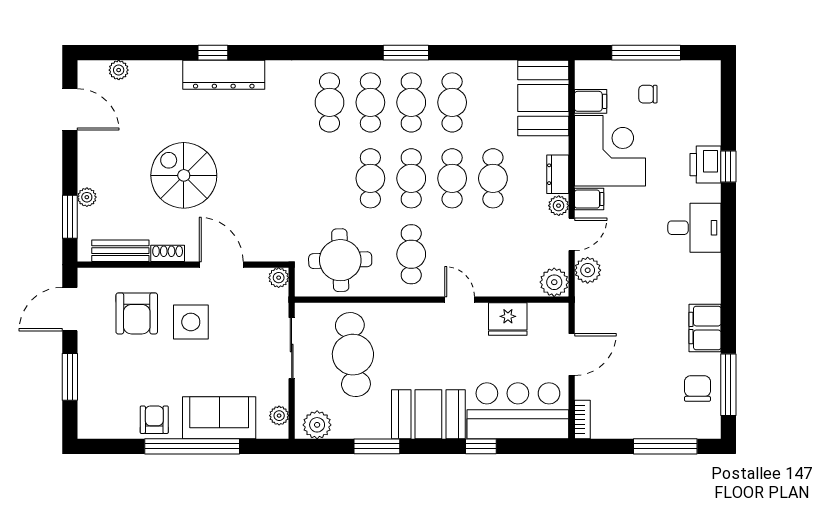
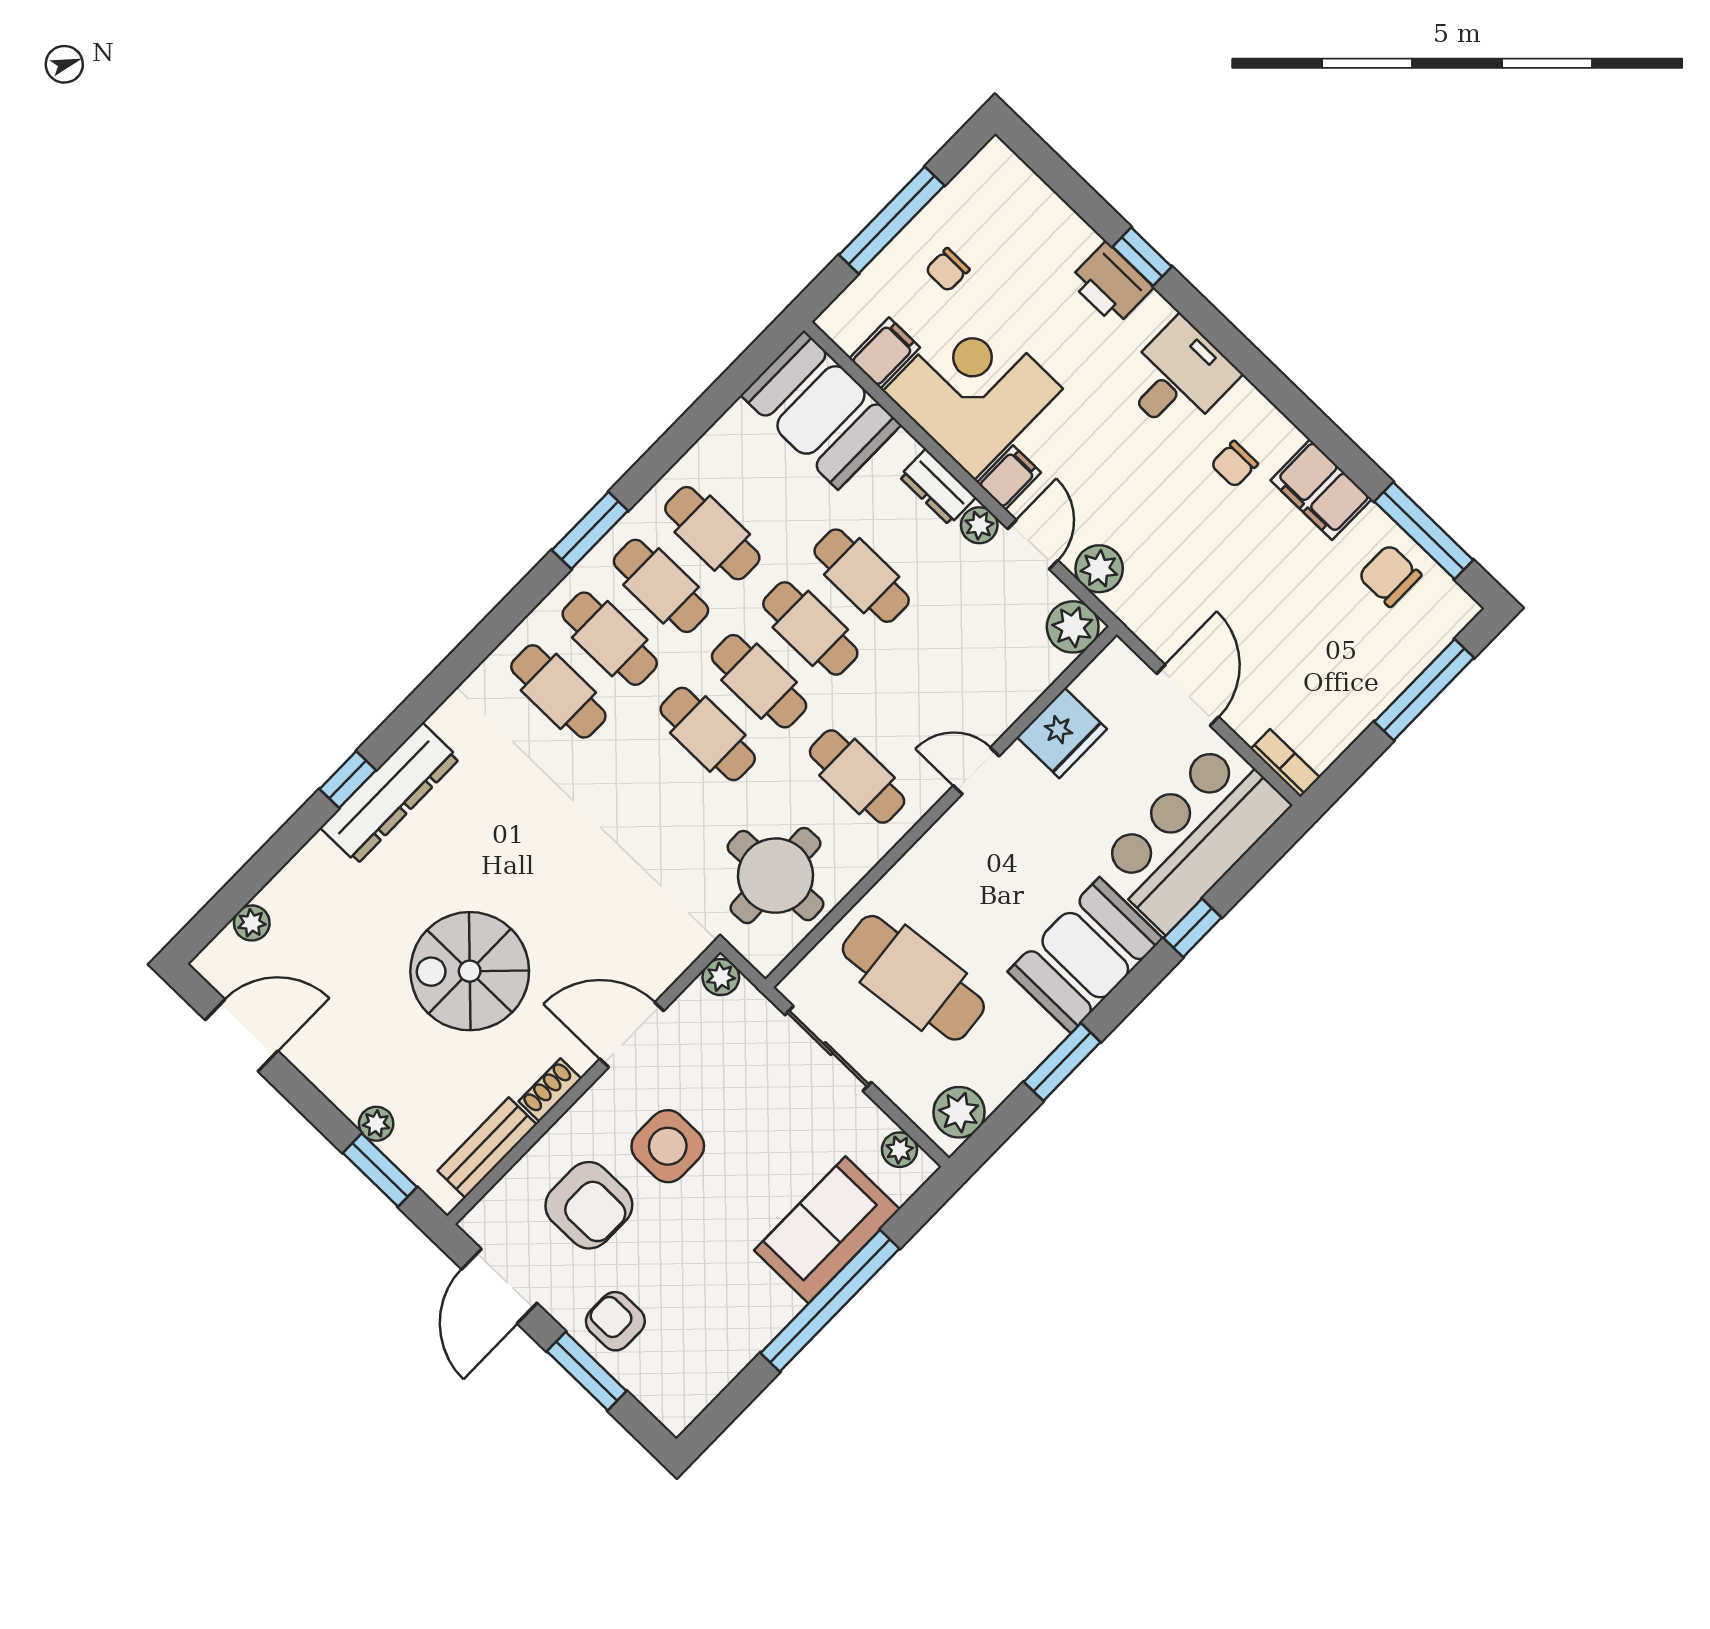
chair: (682, 284) -> (1234, 464), added
armchair: (154, 420) -> (615, 1321), moved

